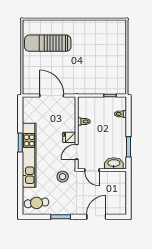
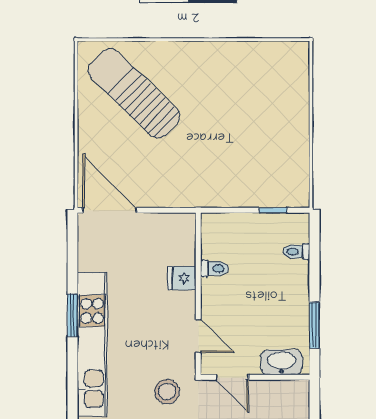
sun lounger: (48, 43) -> (134, 93), turned 44
door: (52, 95) -> (110, 210), moved
fridge: (69, 137) -> (182, 278), moved
door: (77, 152) -> (198, 336), swing flipped

